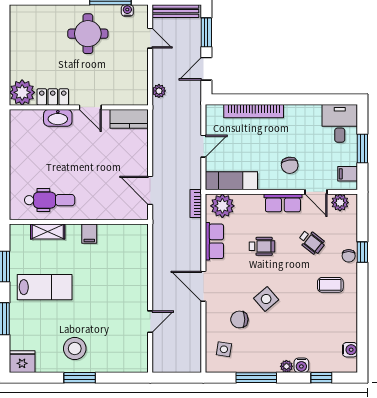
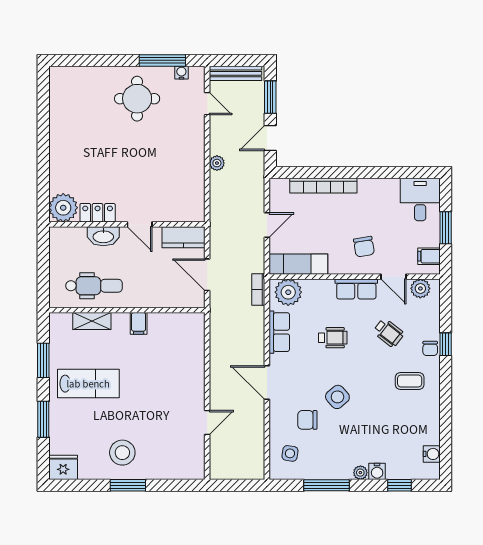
plant: (22, 92) -> (63, 208), moved
locker: (53, 97) -> (98, 213), moved
wall: (79, 107) -> (127, 224), moved
door: (90, 107) -> (140, 224), moved
washbasin: (58, 118) -> (103, 236), moved
kitchen counter: (129, 119) -> (183, 237), moved

